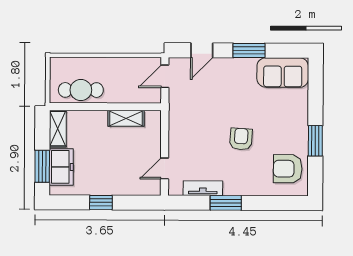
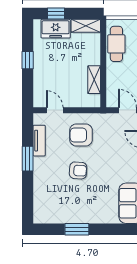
window: (42, 166) -> (56, 14), width x0.67
armchair: (288, 169) -> (81, 135), moved, turned -90

